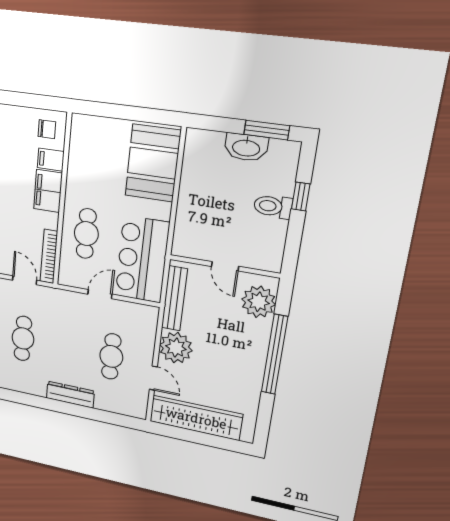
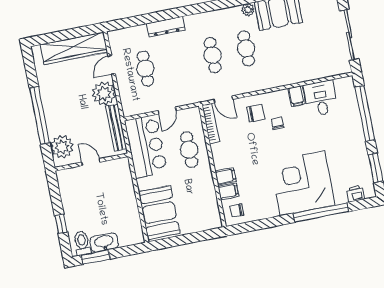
filing cabinet: (48, 191) -> (226, 176), width x0.50
toilet: (273, 206) -> (82, 243), moved, turned -90
door: (153, 378) -> (112, 65), hinge flipped

